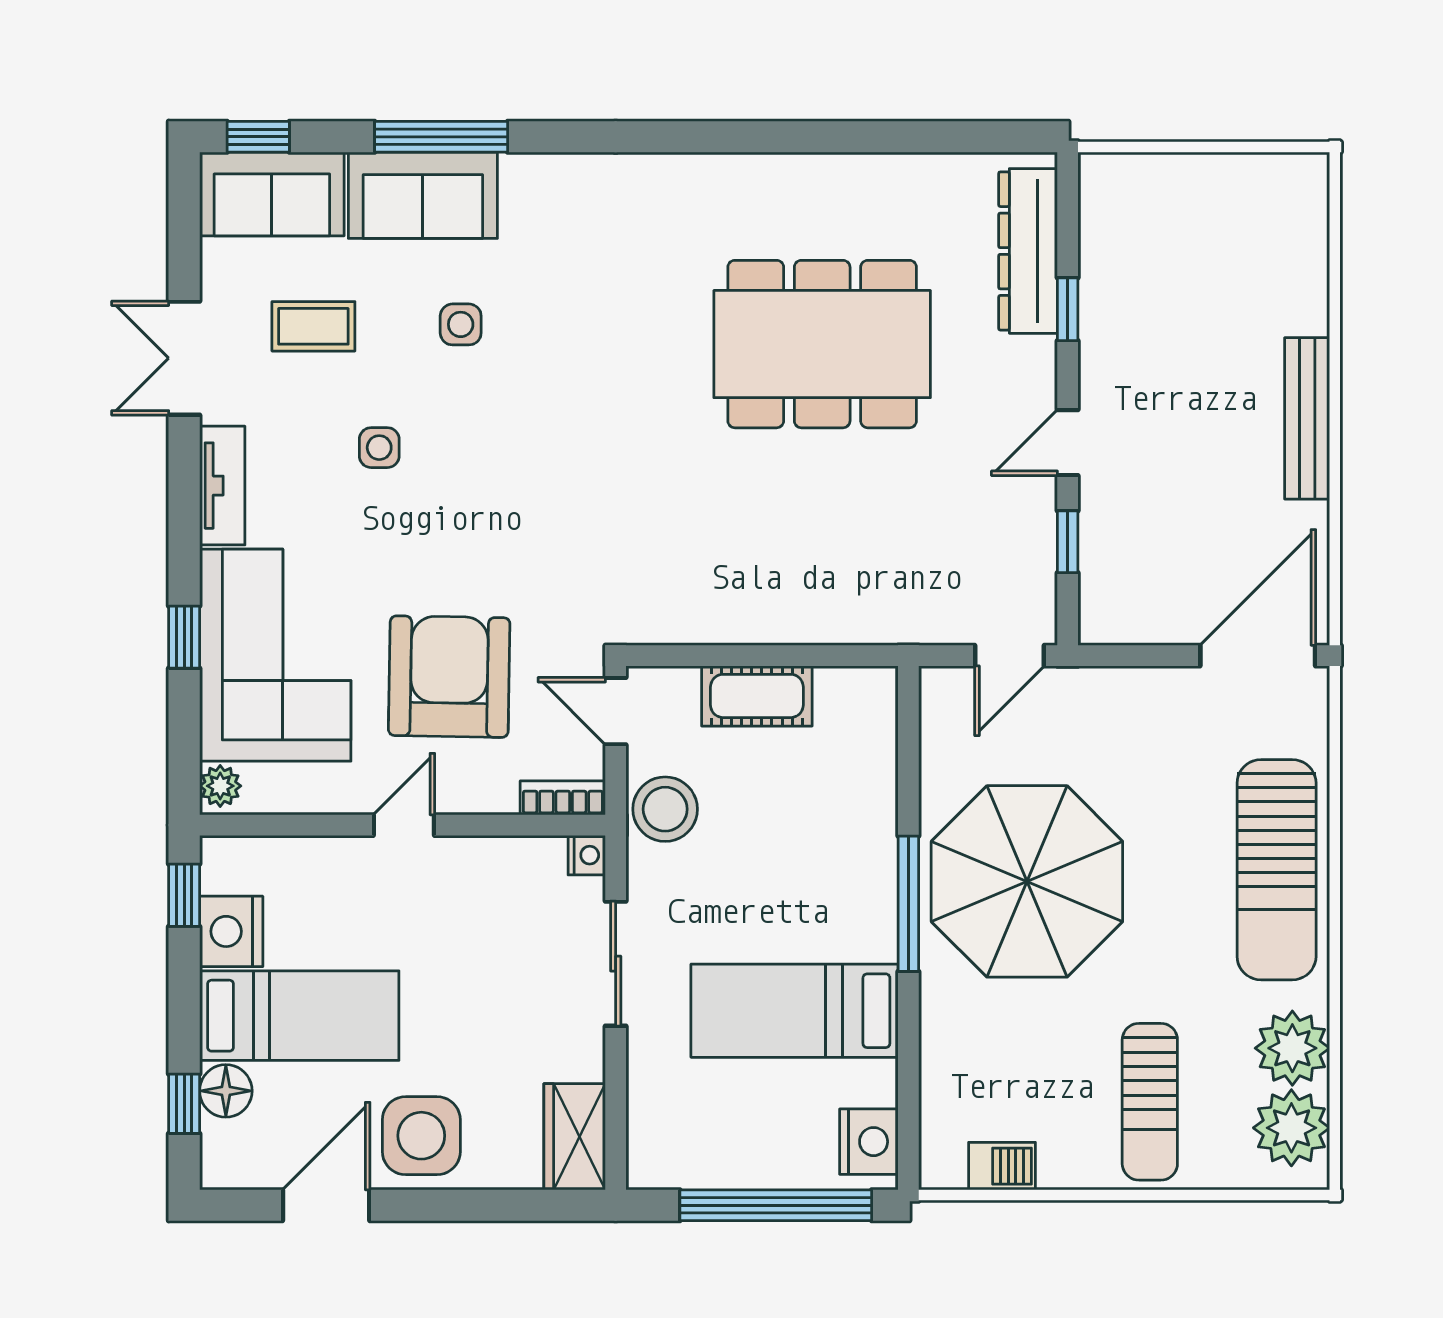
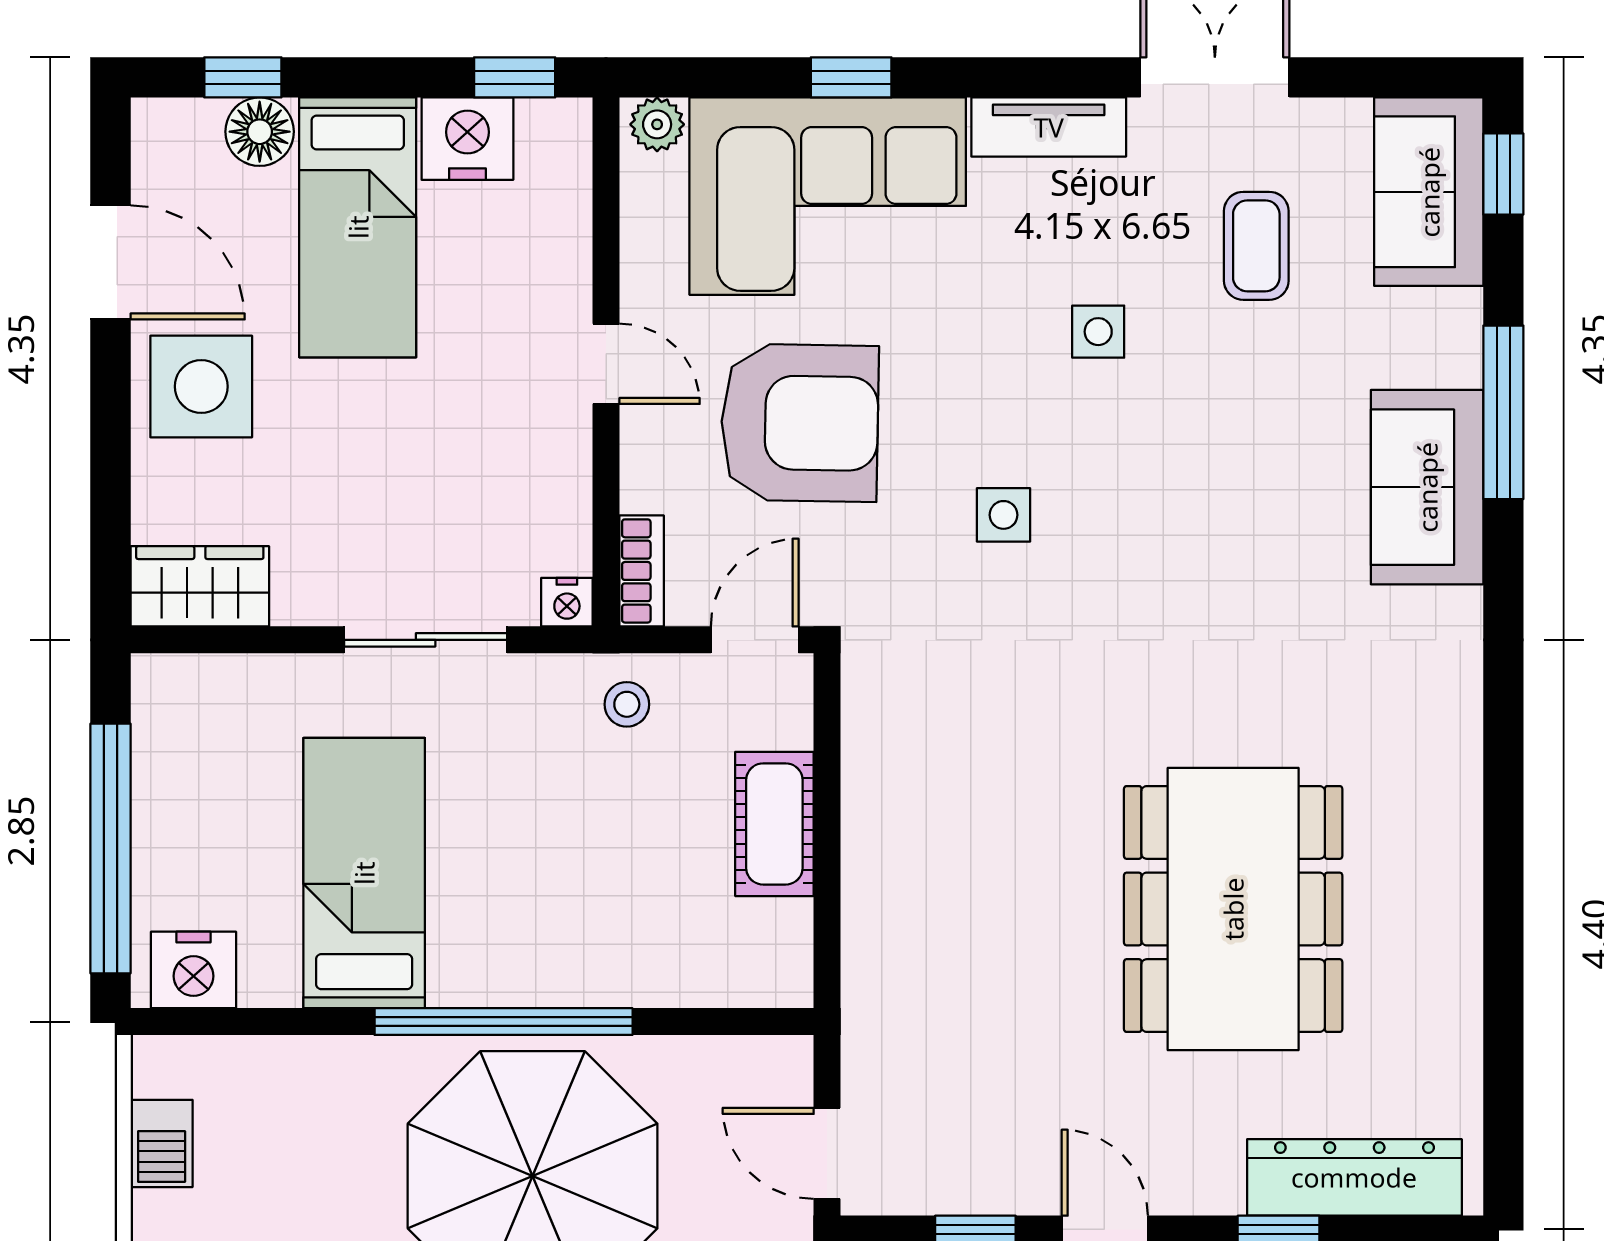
sofa: (423, 195) -> (1427, 487), moved
side table: (461, 324) -> (1004, 515), moved
stool: (665, 809) -> (627, 704), width x0.53, depth x0.53
window: (908, 904) -> (504, 1022), width x1.46

